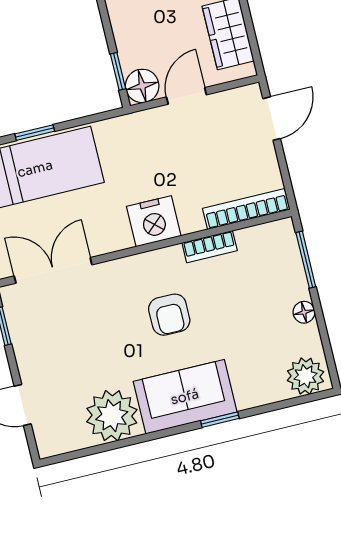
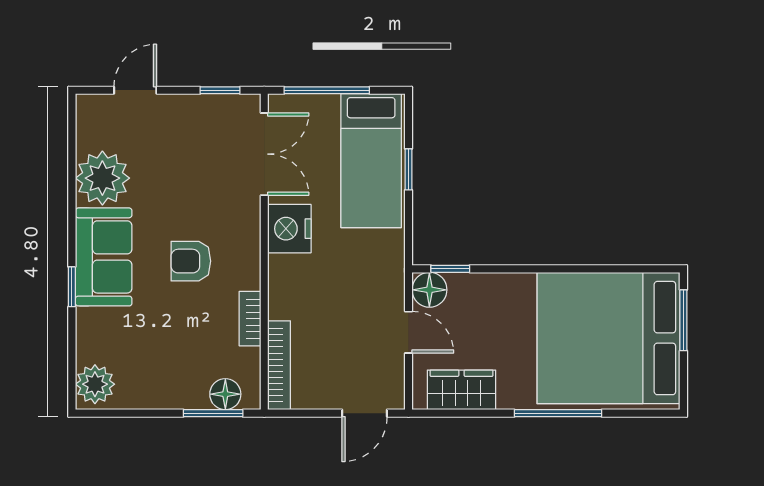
door: (272, 119) -> (365, 413), hinge flipped
nightstand: (154, 221) -> (289, 229), moved
floor lamp: (304, 312) -> (225, 394), moved, width x1.37, depth x1.37

